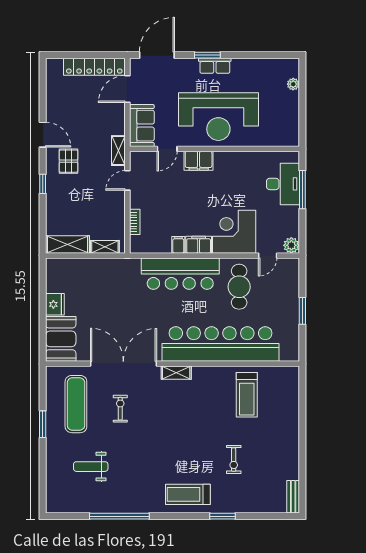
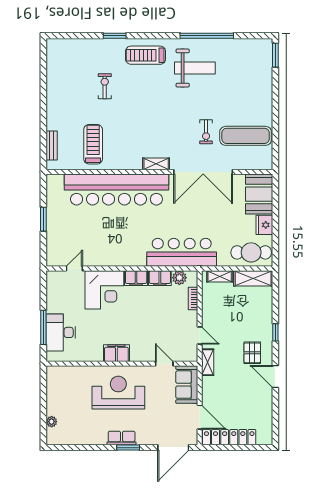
door: (127, 89) -> (200, 417), hinge flipped
reception desk: (218, 117) -> (118, 393), width x0.74, depth x0.77
door: (167, 149) -> (164, 364), hinge flipped
filing cabinet: (199, 161) -> (116, 353), moved
door: (127, 180) -> (200, 336), hinge flipped
filing cabinet: (178, 245) -> (160, 278), width x2.00
plant: (291, 245) -> (179, 278), moved
bar counter: (180, 274) -> (182, 252), moved
cafe table: (239, 287) -> (251, 252), moved, turned 90
exercise mat: (76, 404) -> (246, 136), turned 90
window: (43, 424) -> (275, 55), moved
weight bench: (91, 467) -> (195, 68), moved, width x1.36, depth x1.33
treadmill: (188, 494) -> (146, 55), turned 180
bench: (293, 497) -> (52, 146), moved

